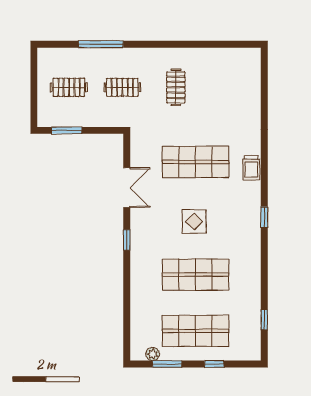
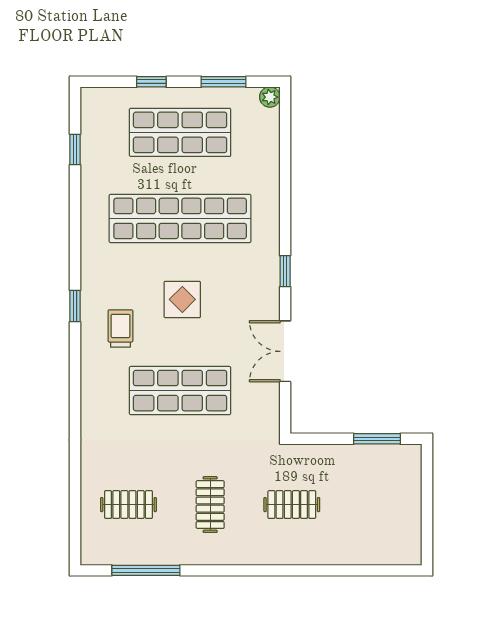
window: (101, 44) -> (146, 570), moved
clothes rail: (69, 87) -> (128, 505), moved
trolley: (251, 168) -> (120, 329), moved
shop shelf: (195, 275) -> (180, 218), width x1.40
plant: (153, 354) -> (270, 97), moved

